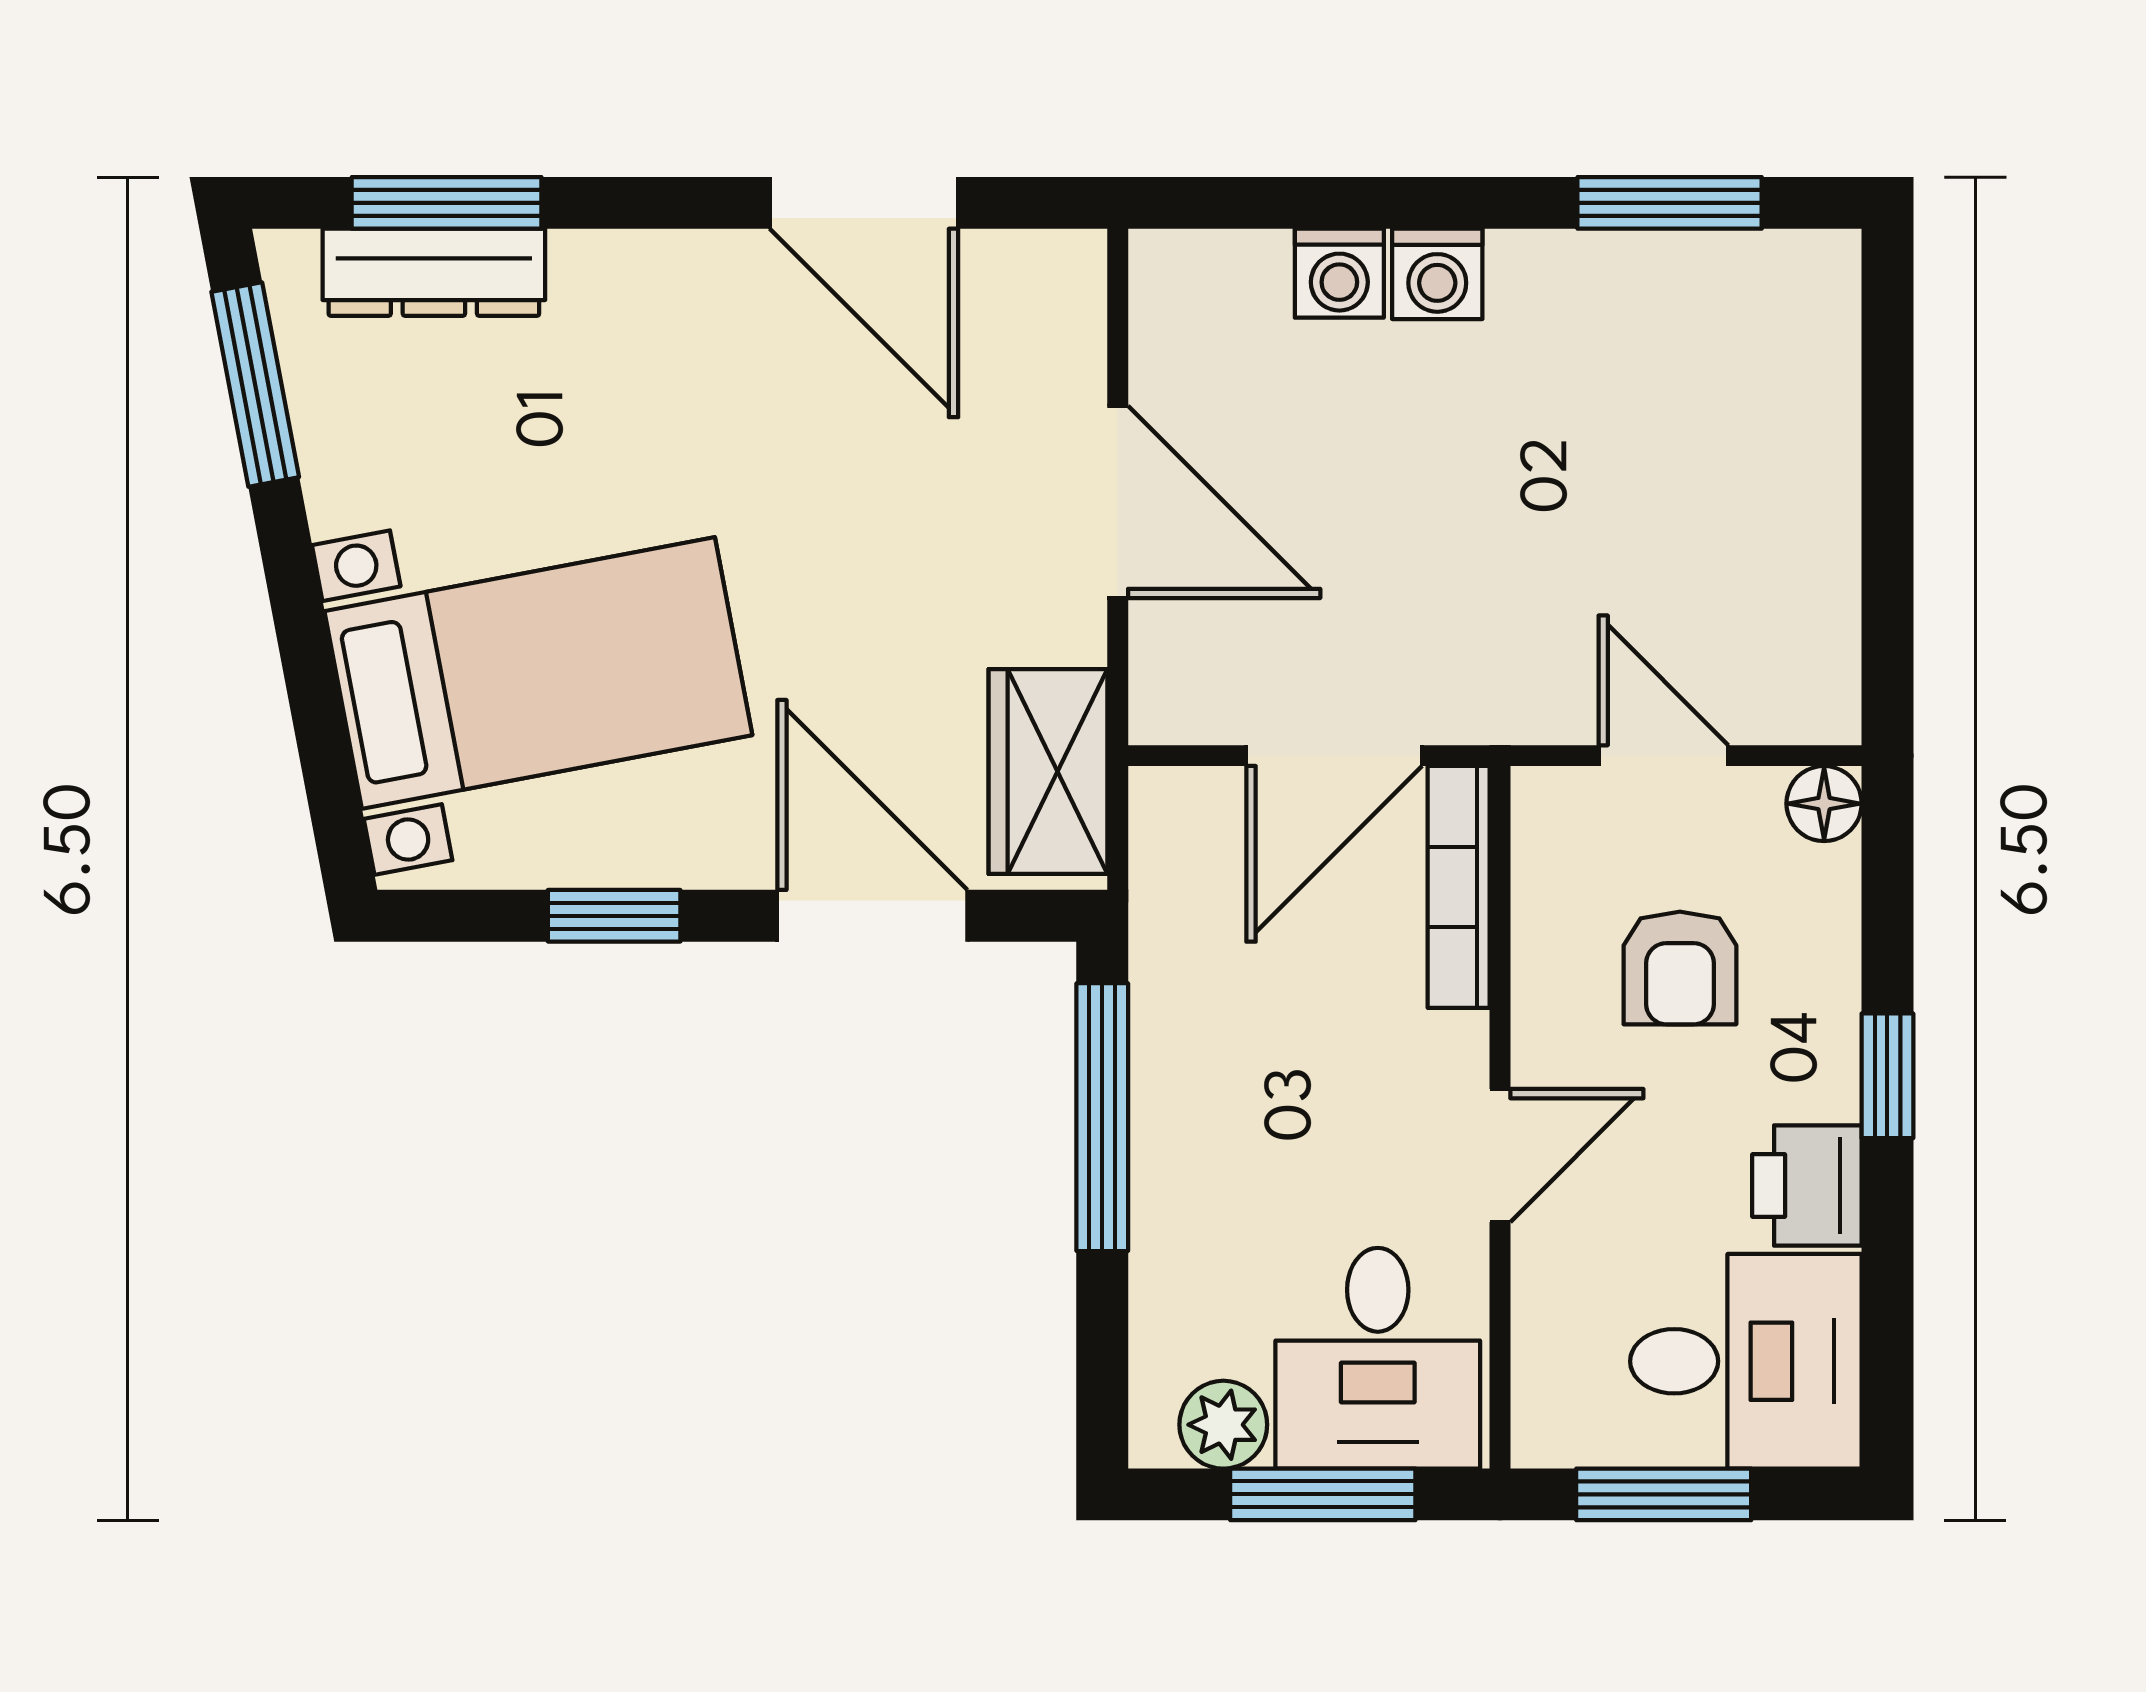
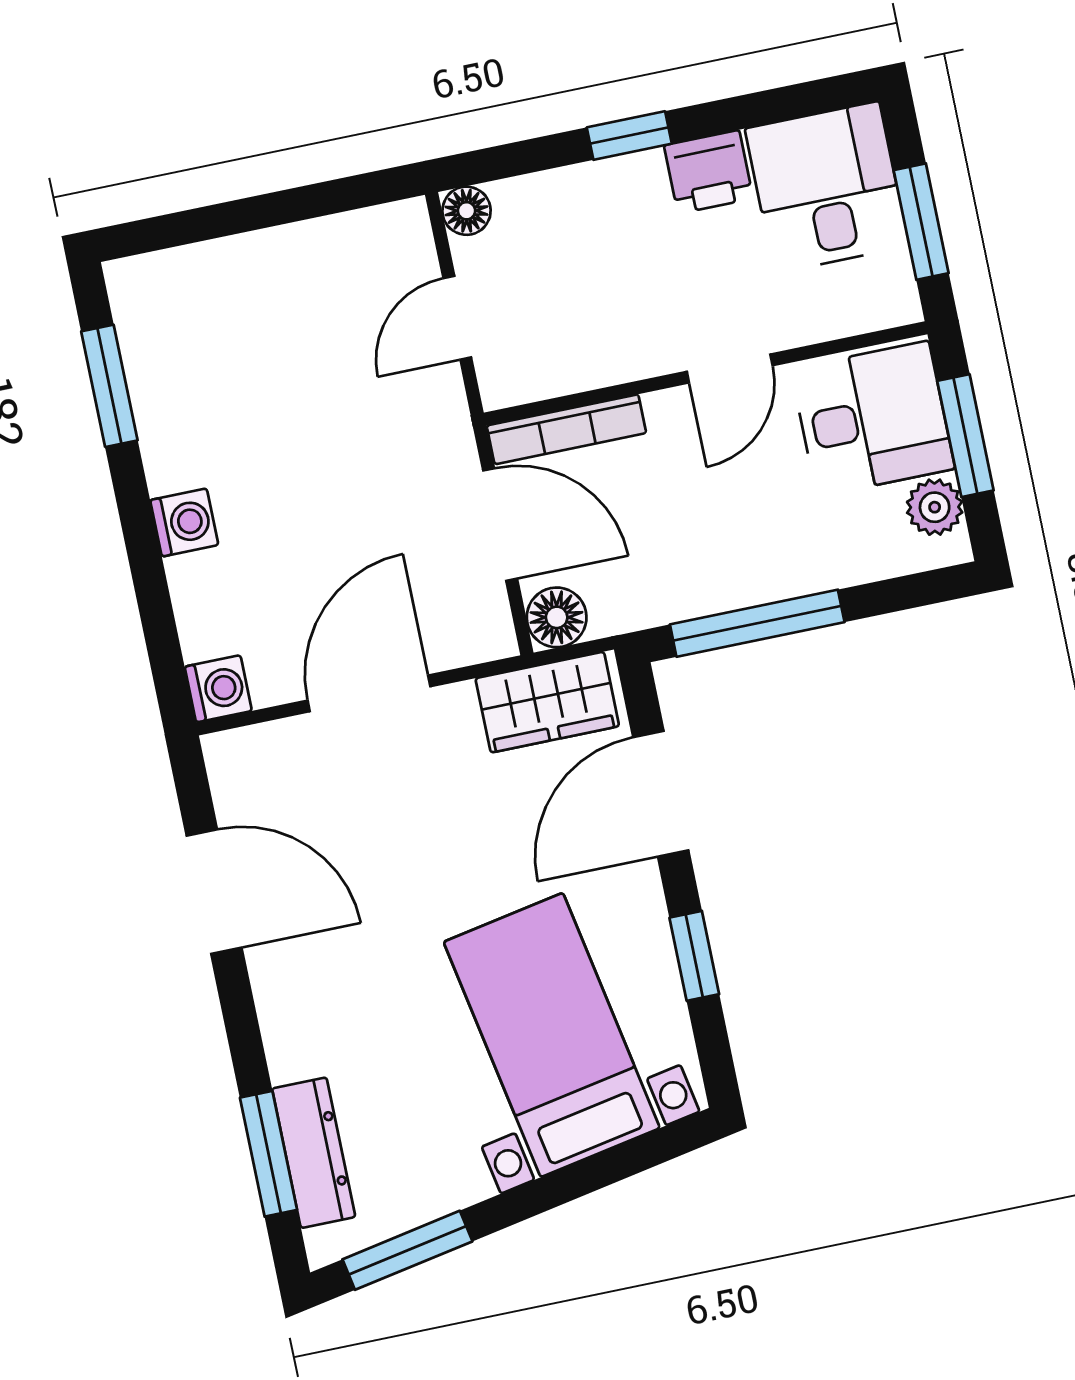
door: (864, 203) -> (214, 892), hinge flipped
washing machine: (1339, 273) -> (218, 689), moved
floor lamp: (1175, 813) -> (557, 617), added
armchair: (1680, 968) -> (588, 280), removed
door: (1500, 1156) -> (730, 368), swing flipped

